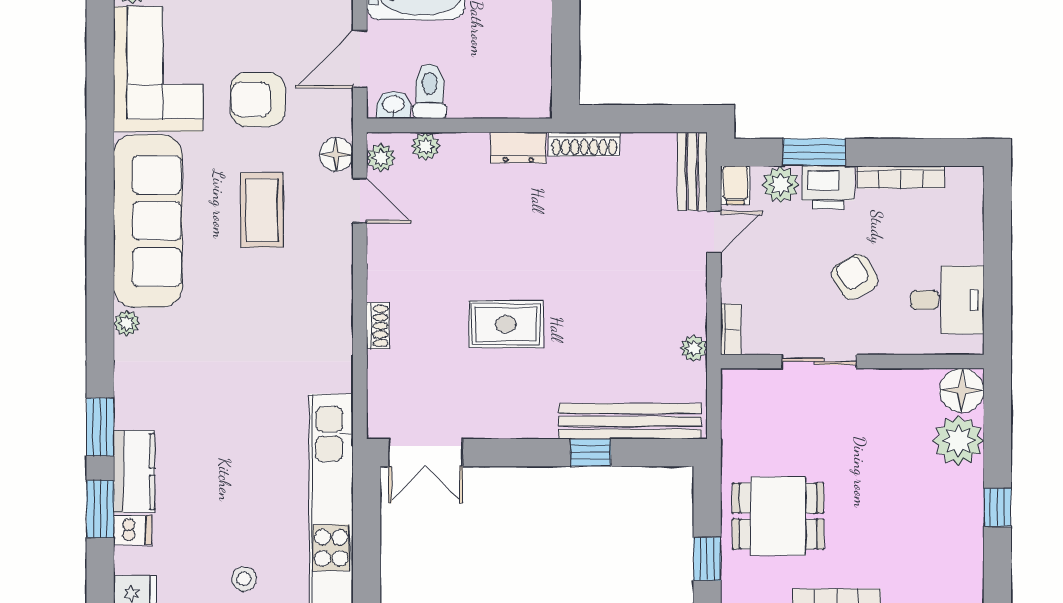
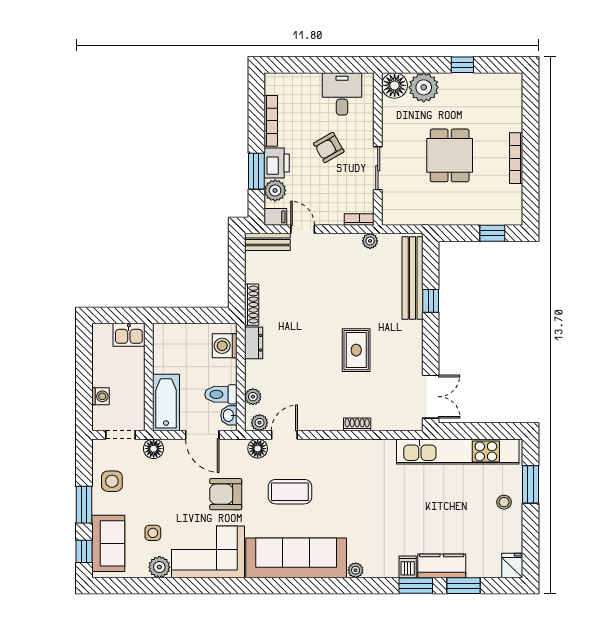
washing machine: (513, 98) -> (225, 346), added
armchair: (258, 100) -> (226, 494), turned 90
dining table: (778, 516) -> (450, 155), moved
dishwasher: (132, 530) -> (408, 567), moved

